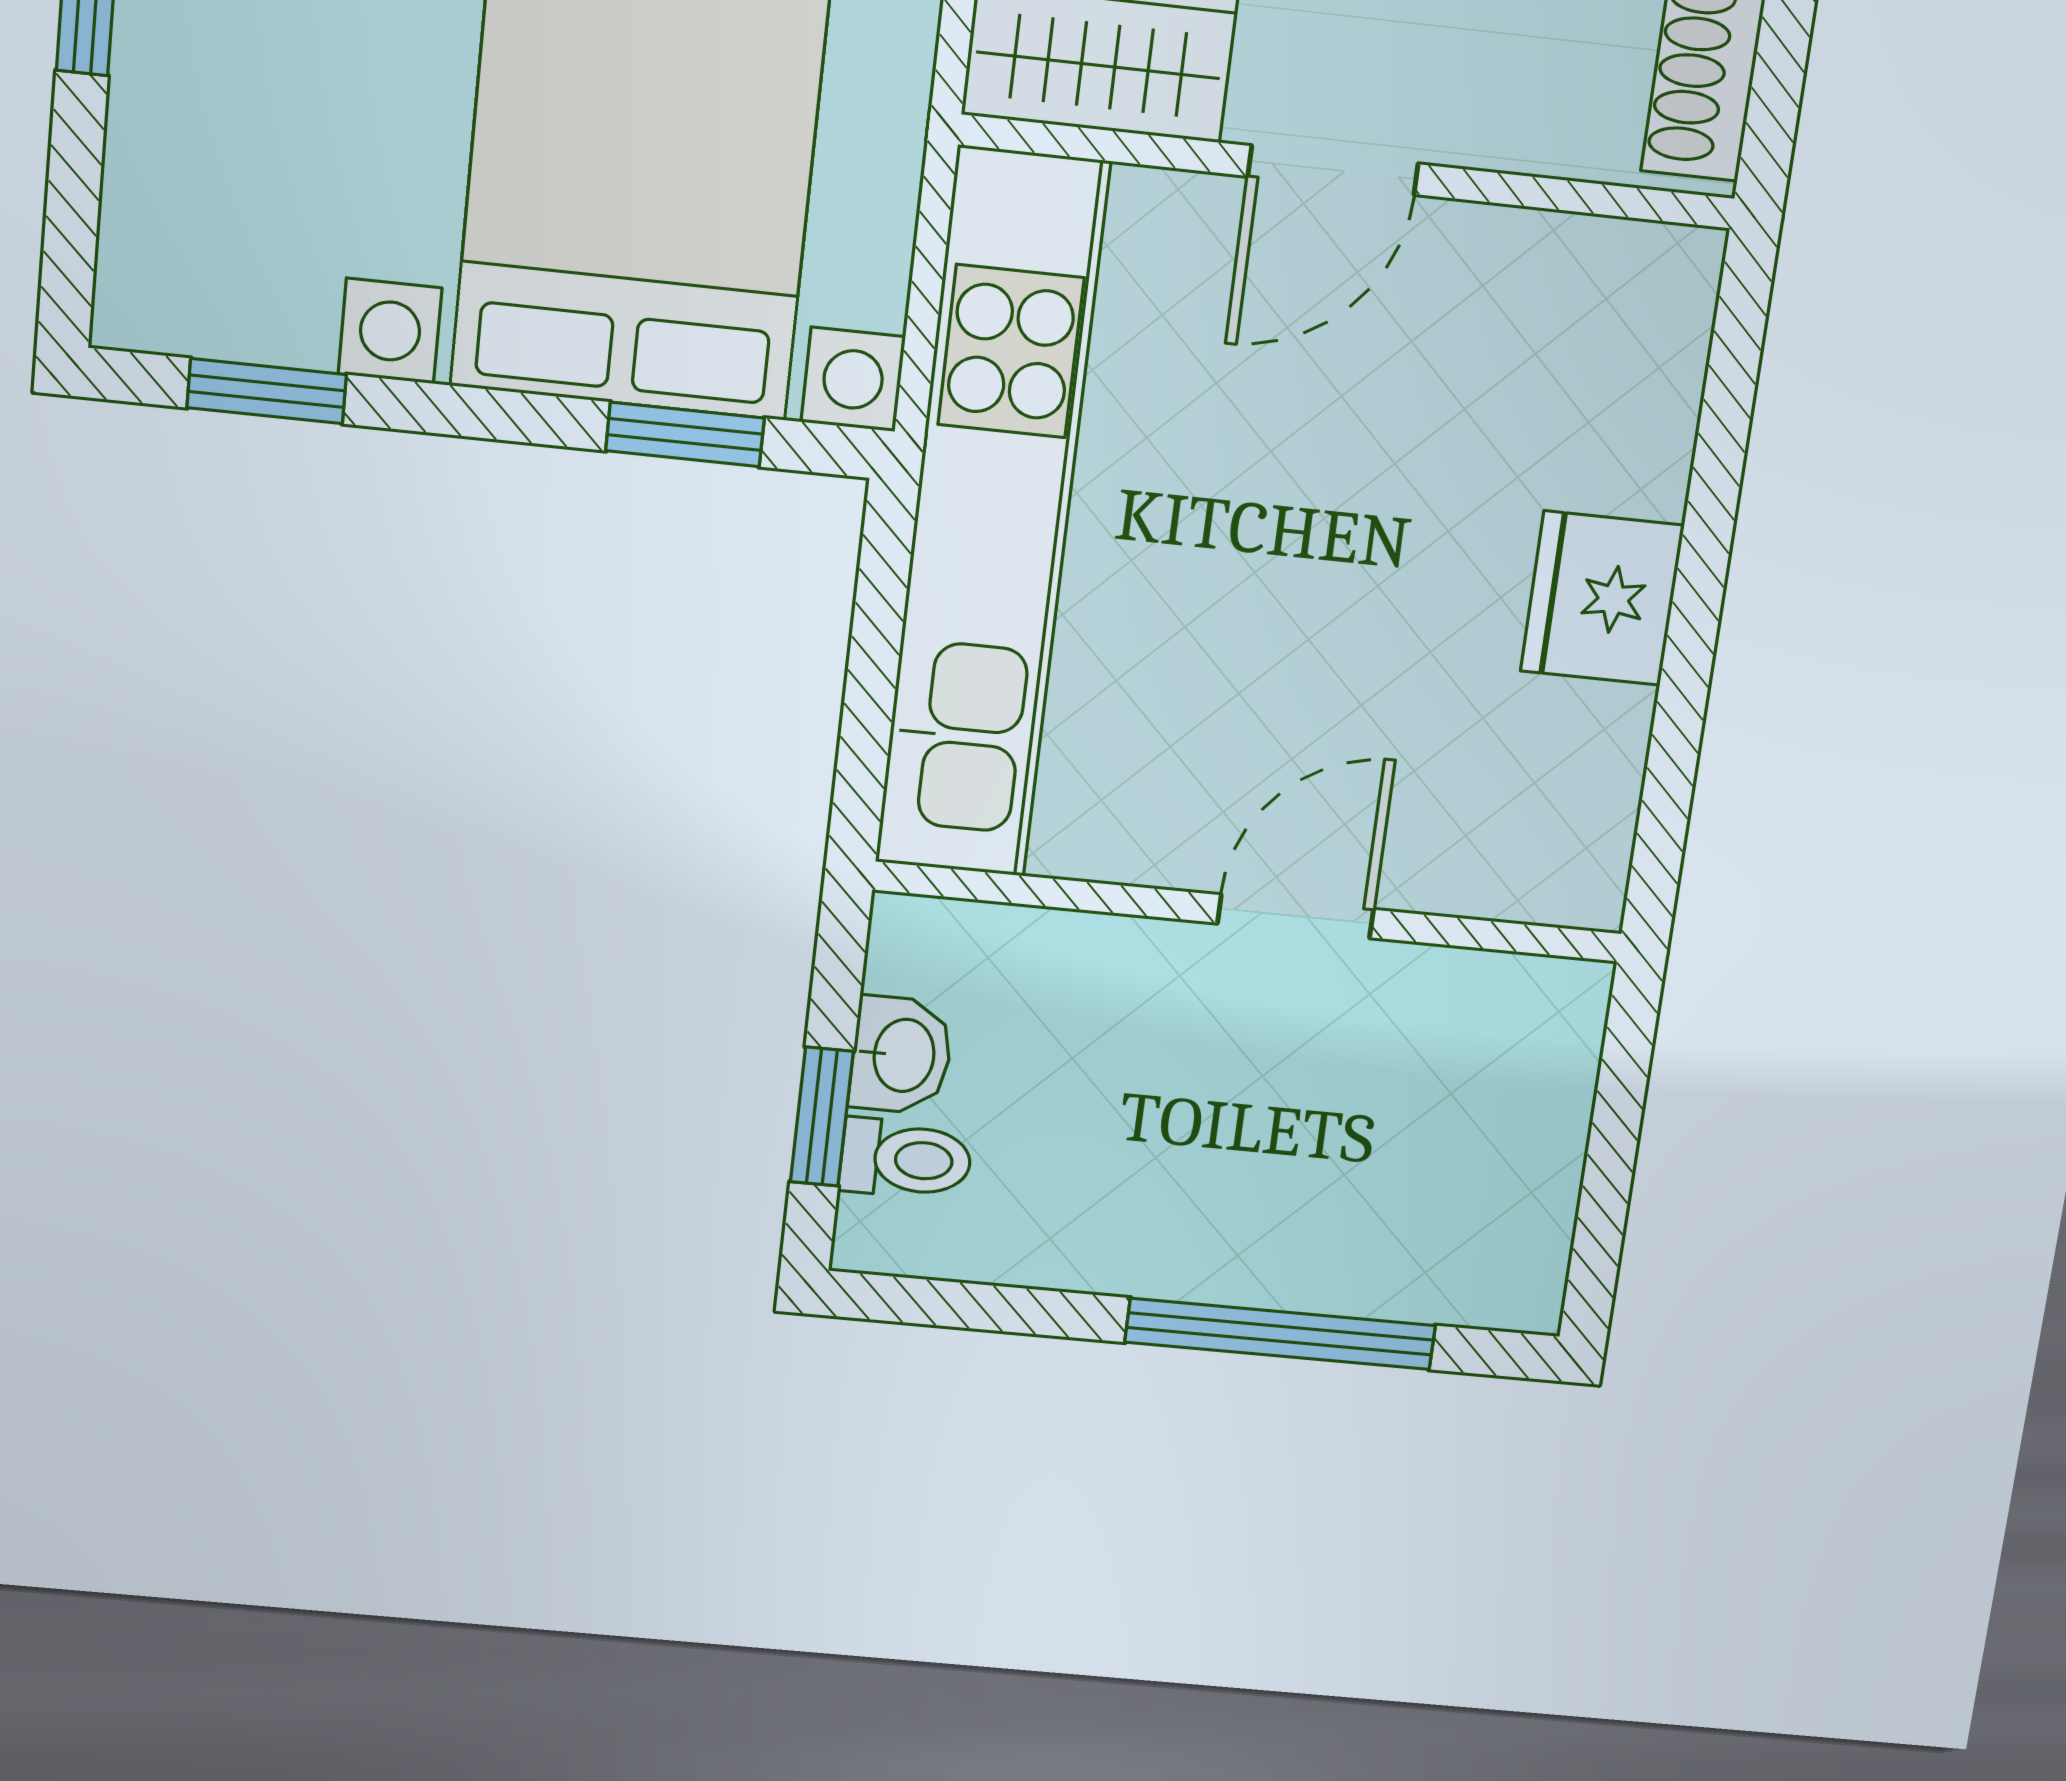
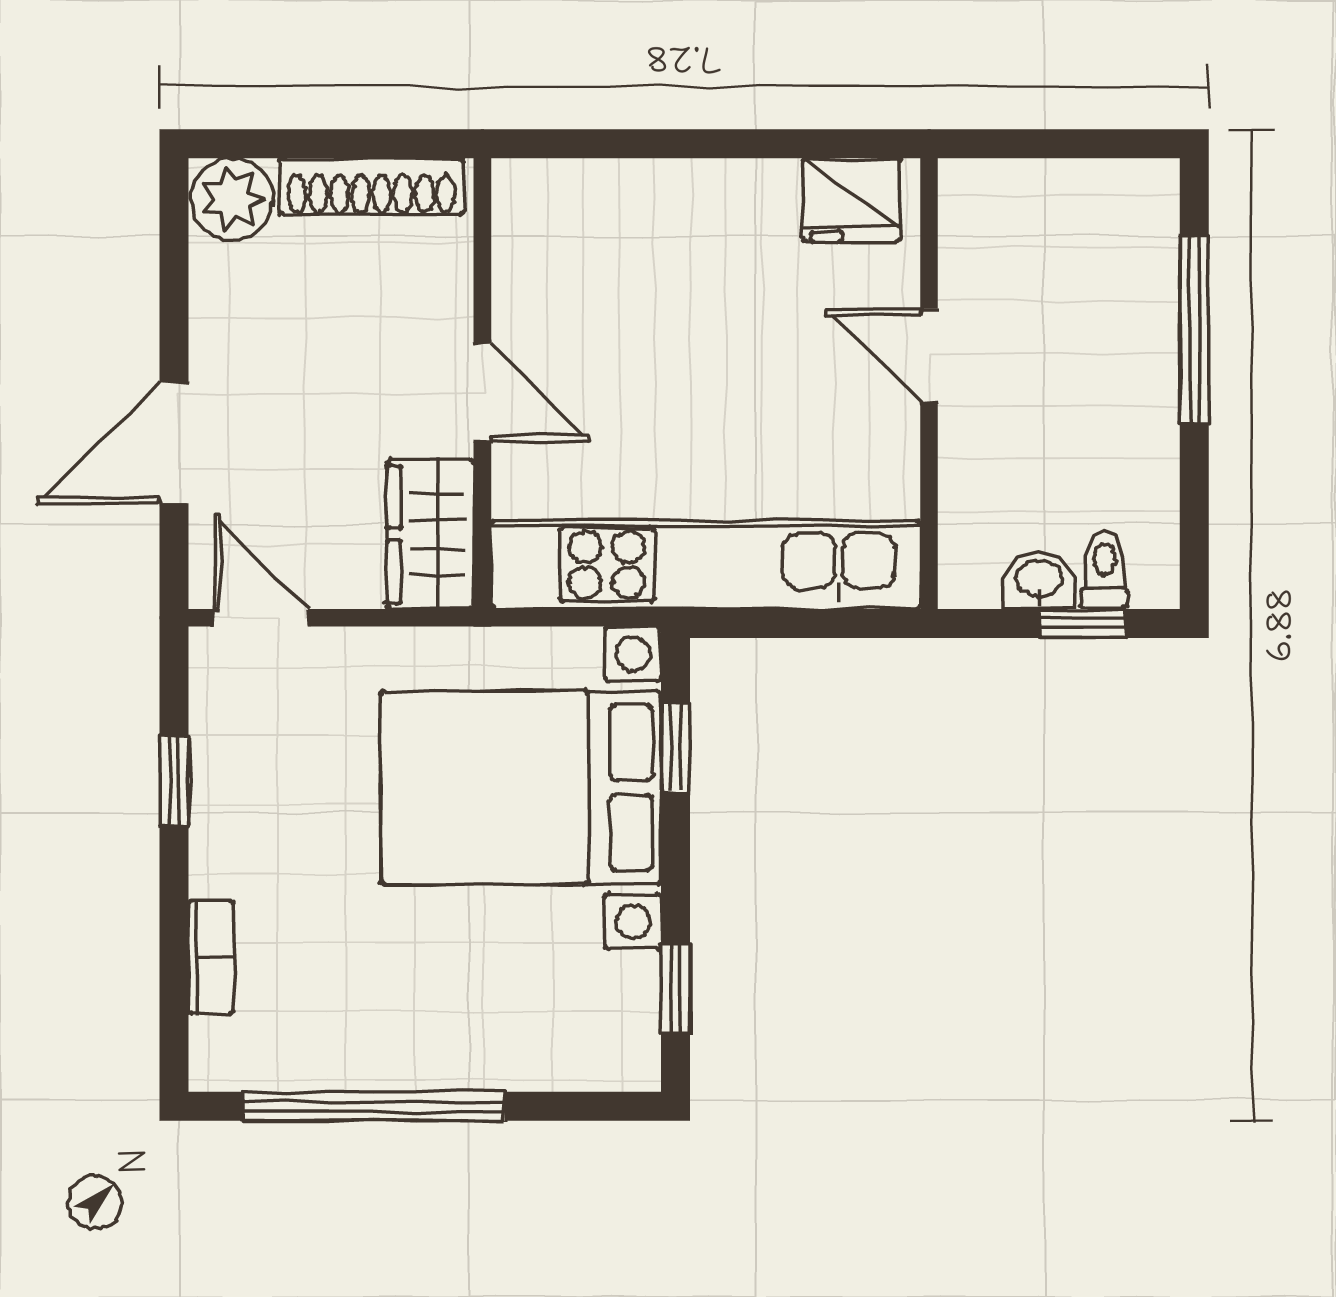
fridge: (1602, 598) -> (852, 200), moved

